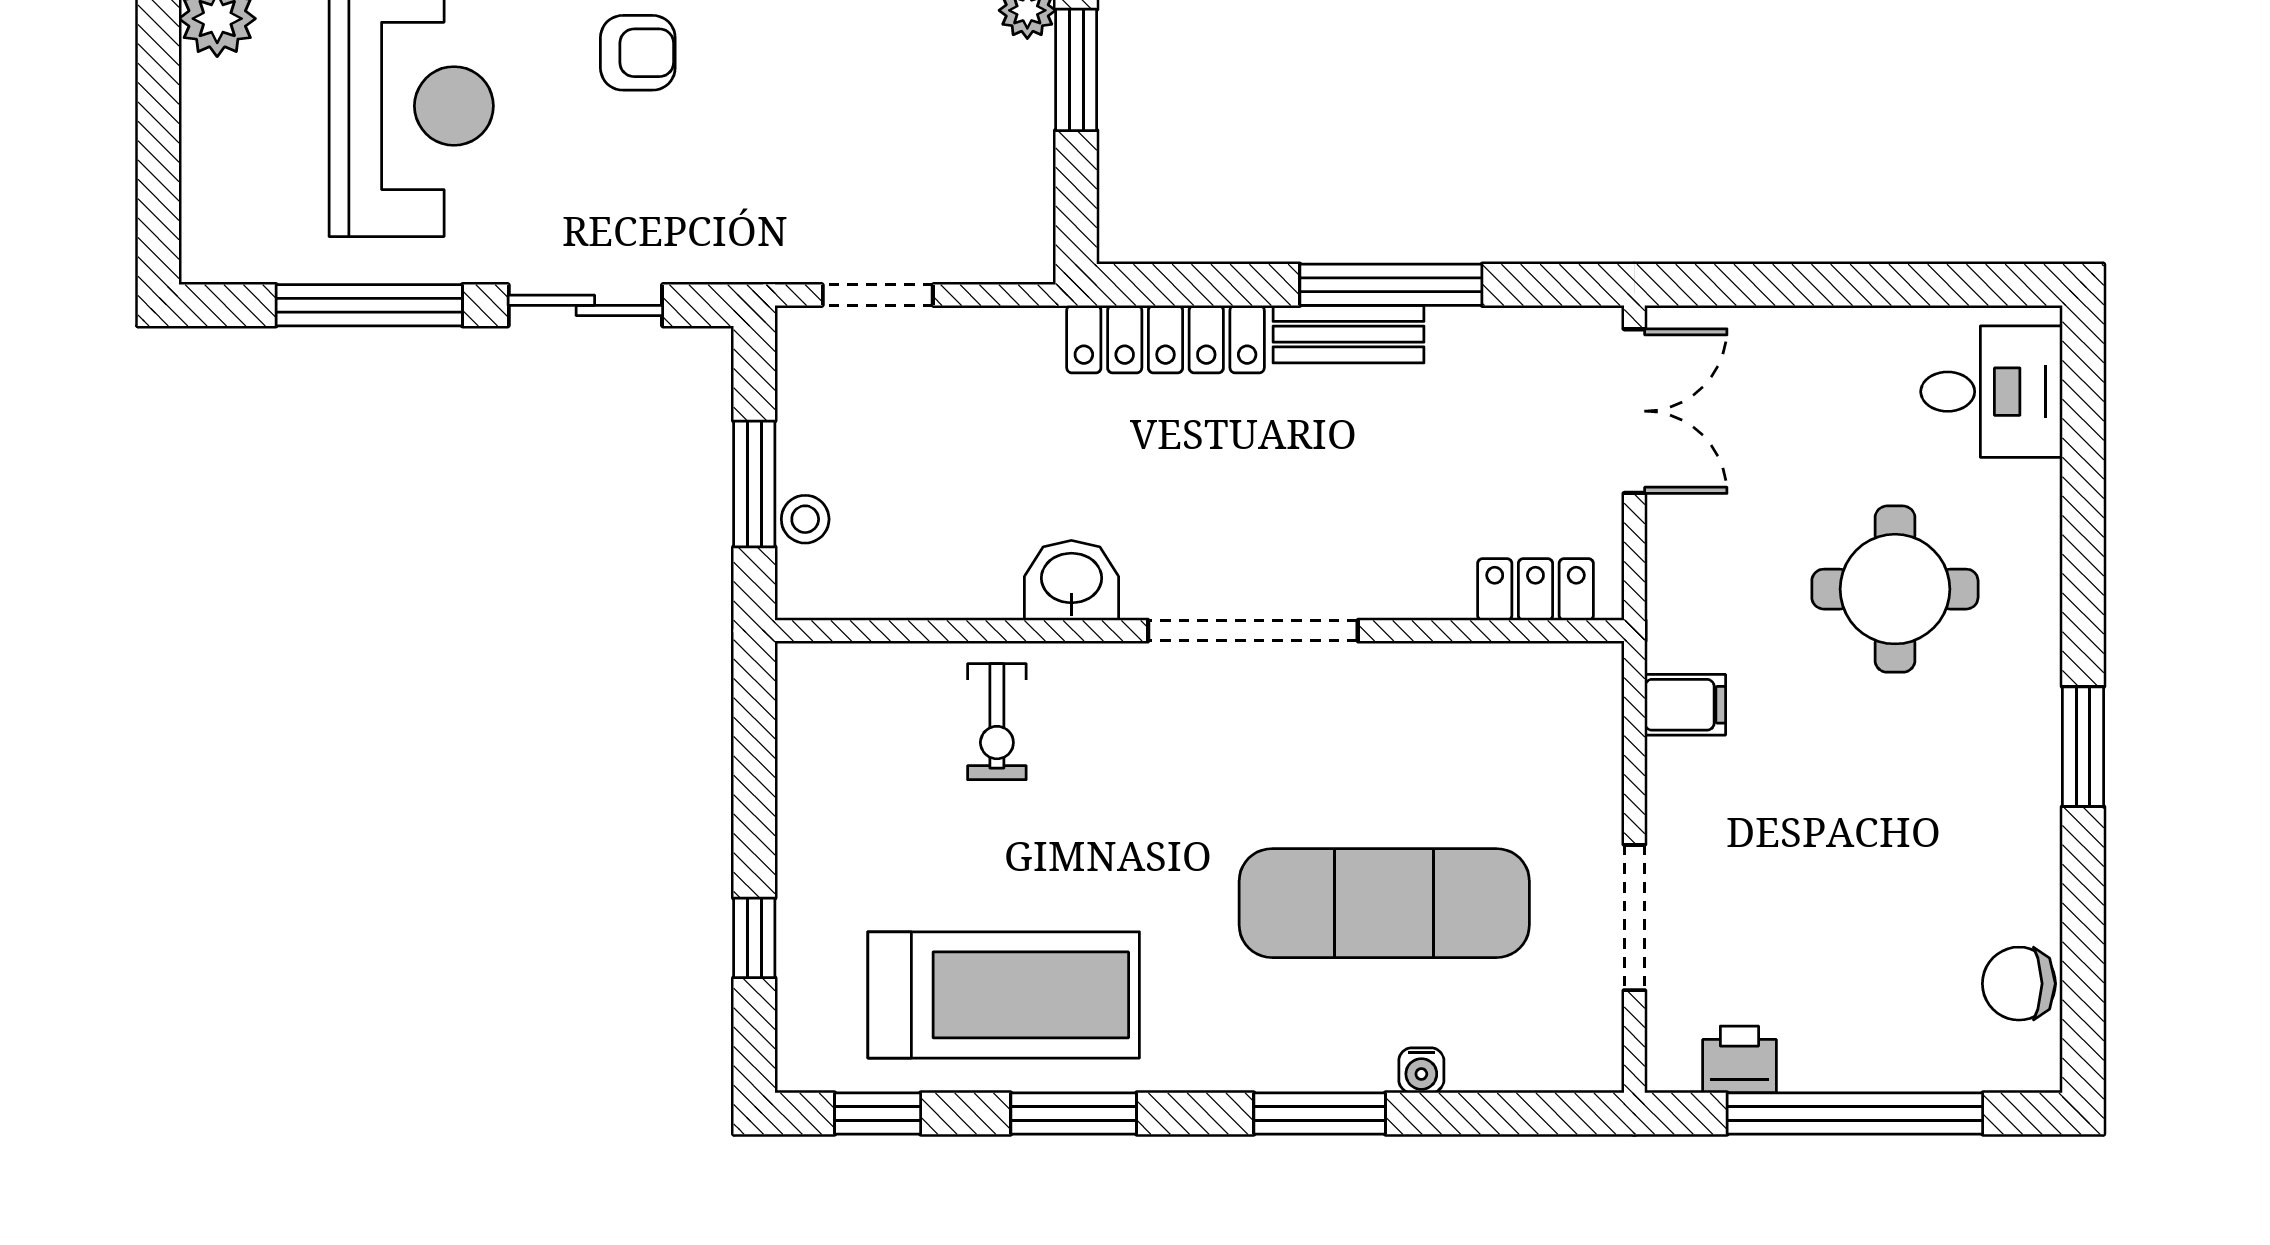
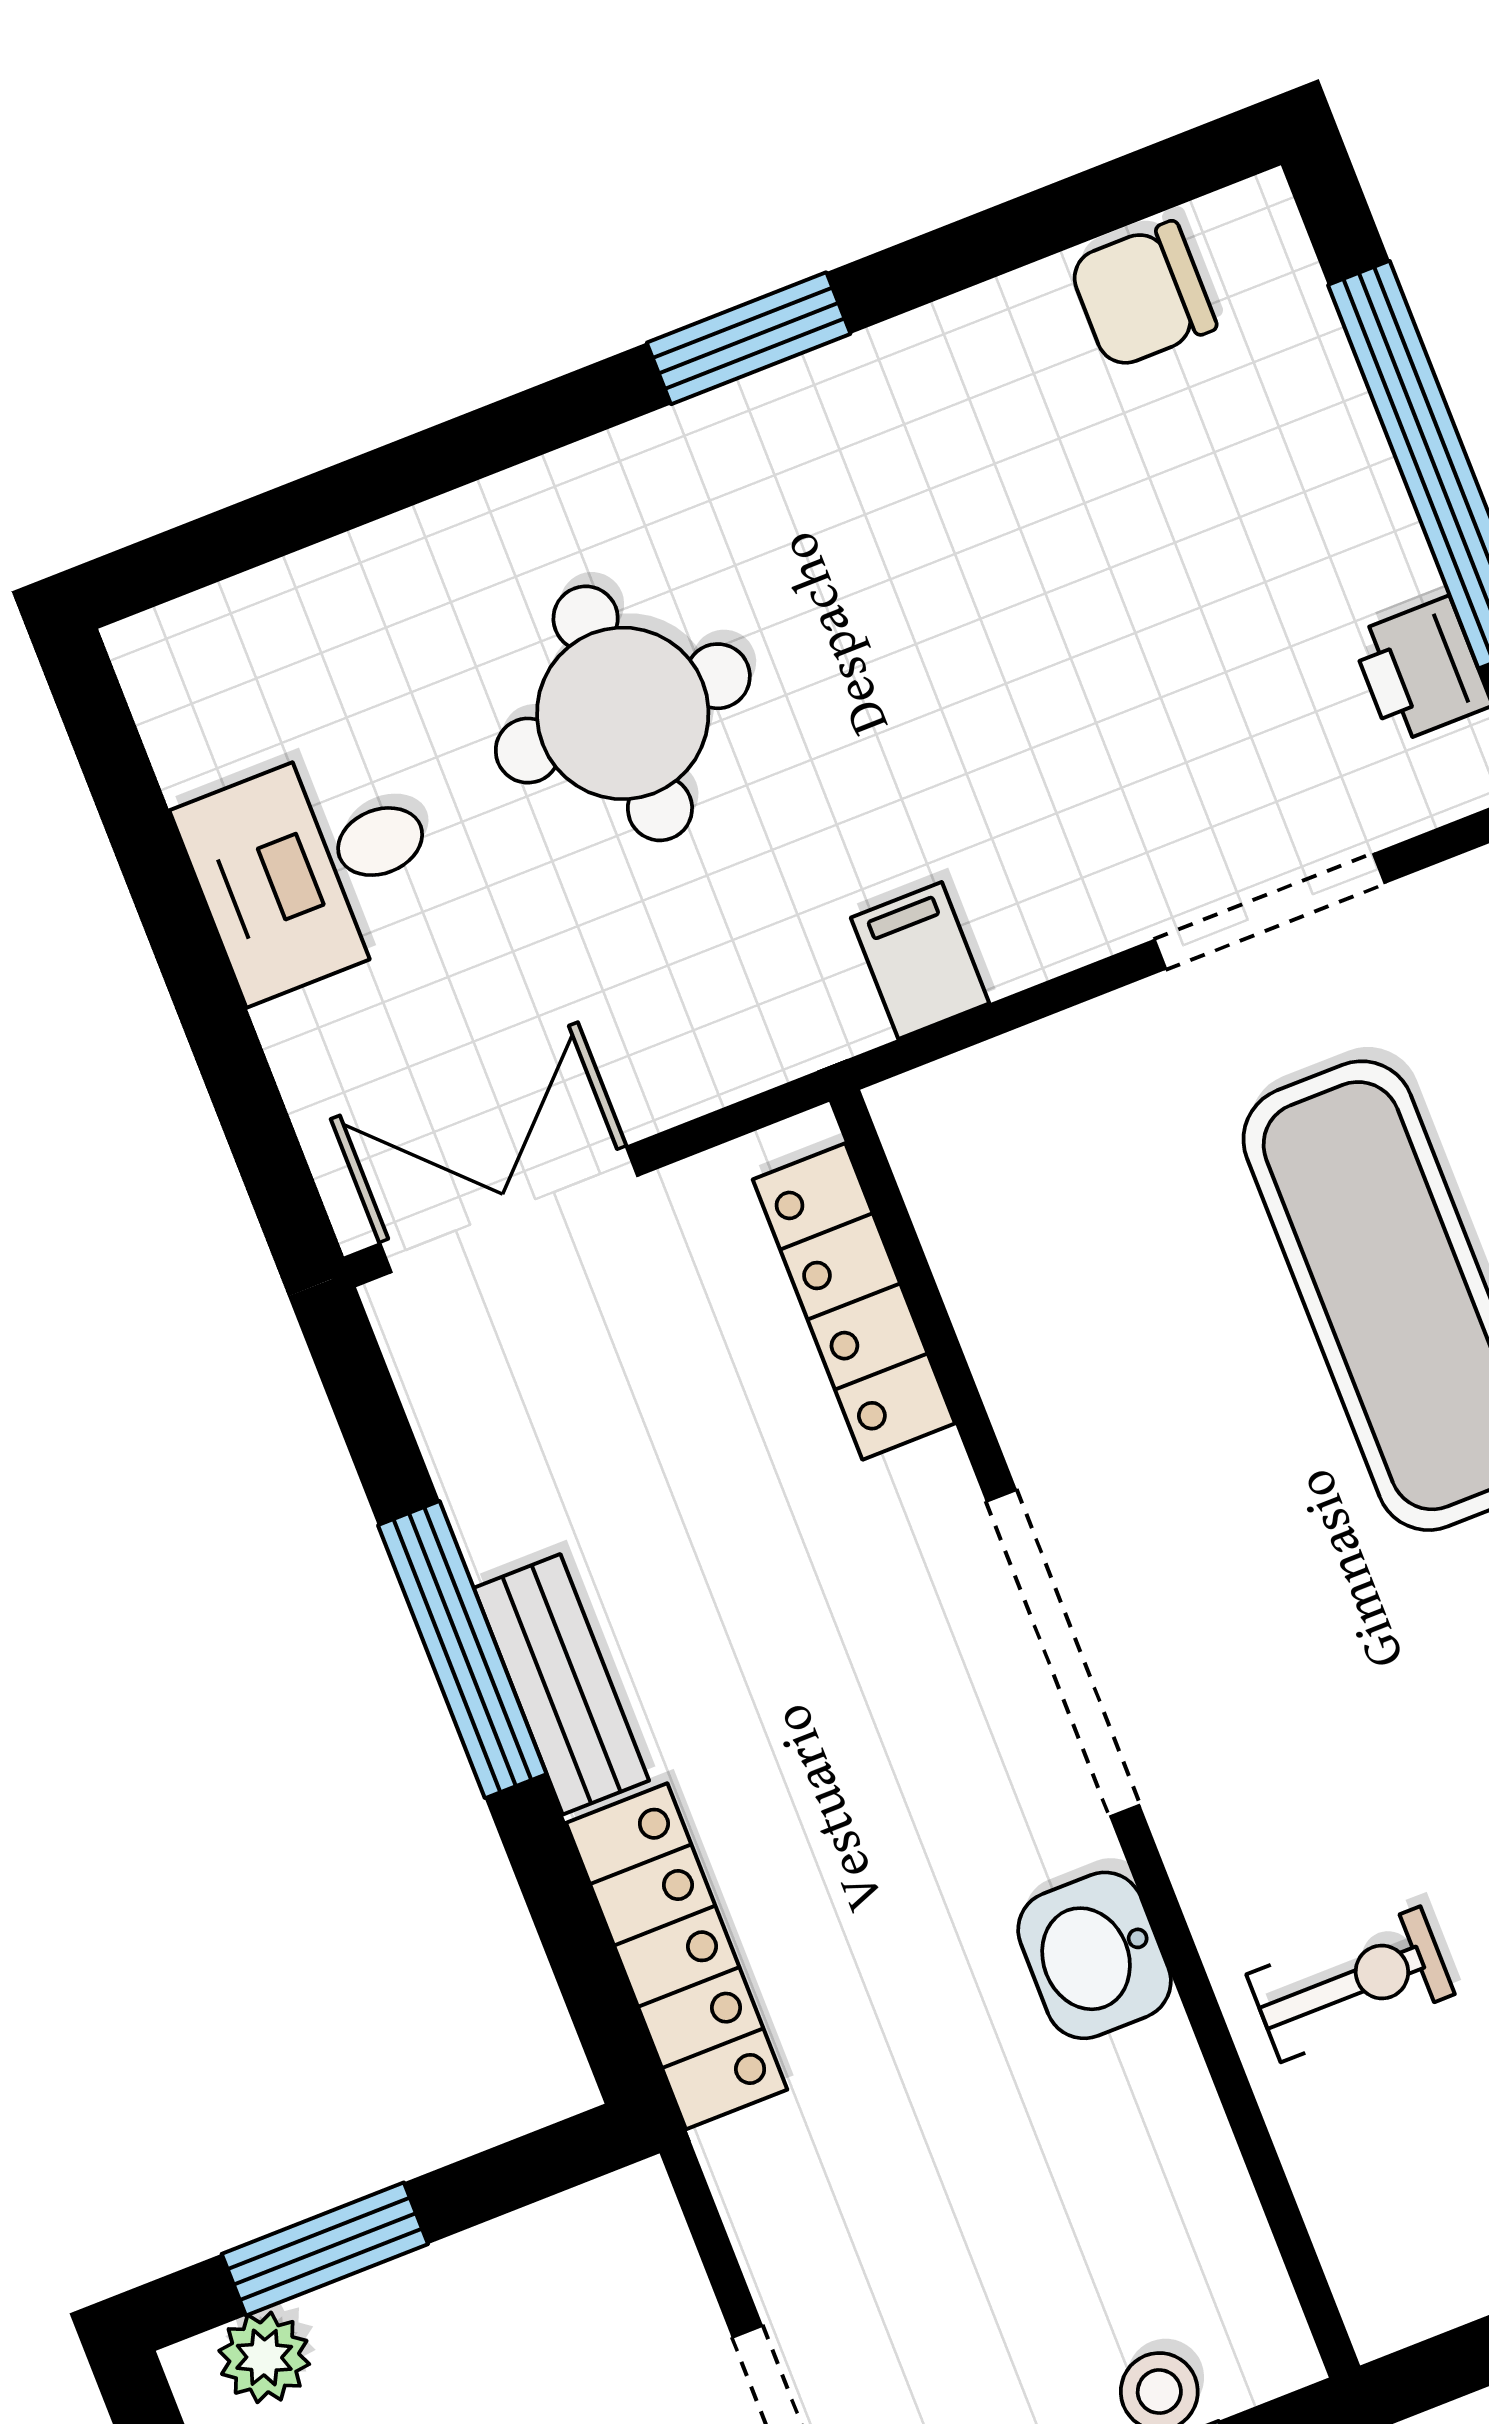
desk: (1992, 392) -> (314, 867), moved, turned -90
locker: (1535, 589) -> (854, 1301), width x1.53
chair: (2019, 984) -> (1142, 295), turned 90

